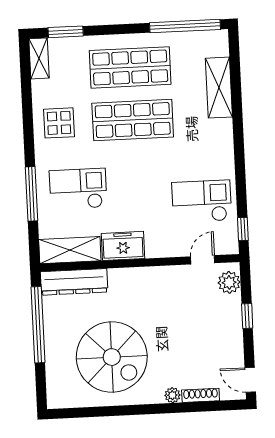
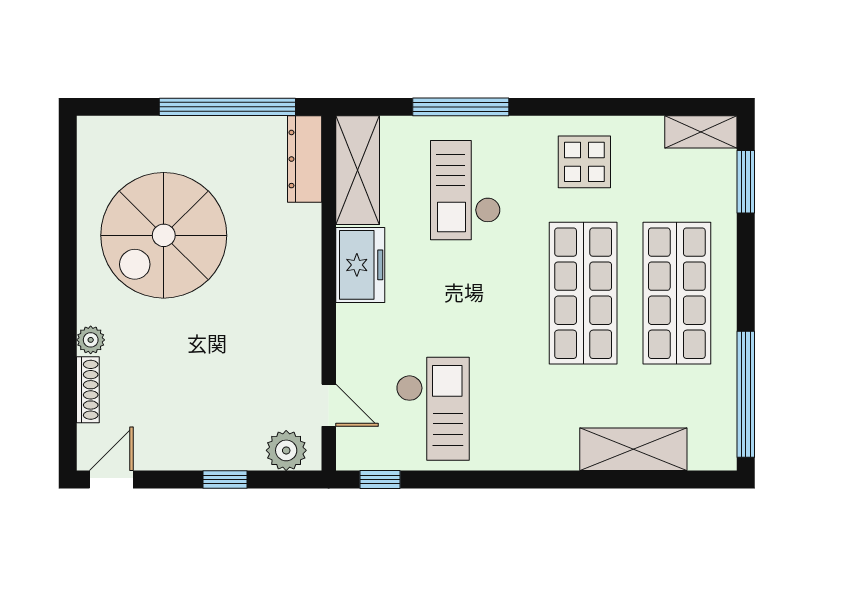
checkout: (78, 189) -> (465, 190), turned 180
dresser: (74, 282) -> (305, 159), width x0.73, depth x0.80

